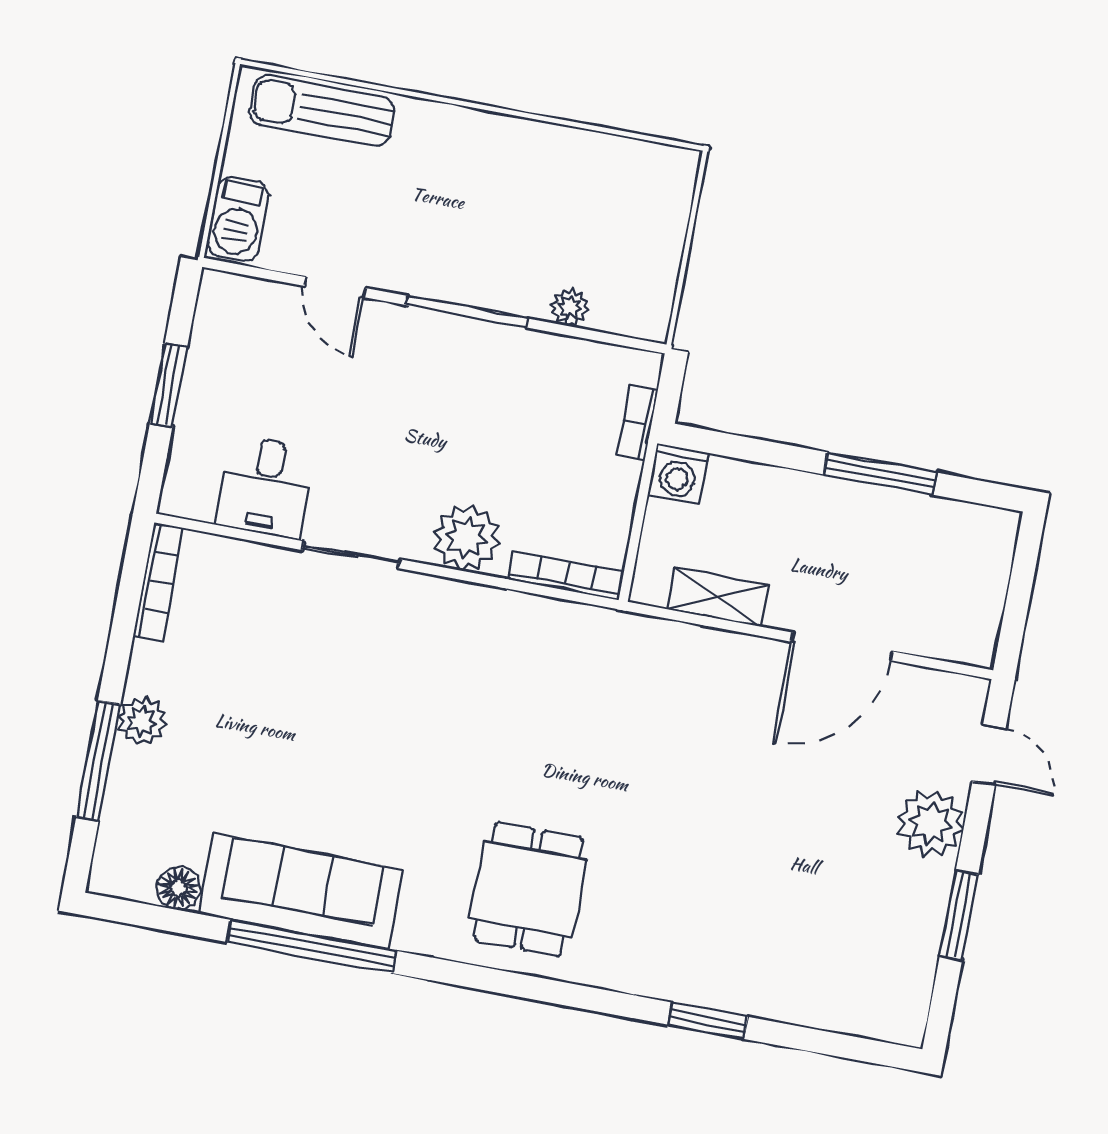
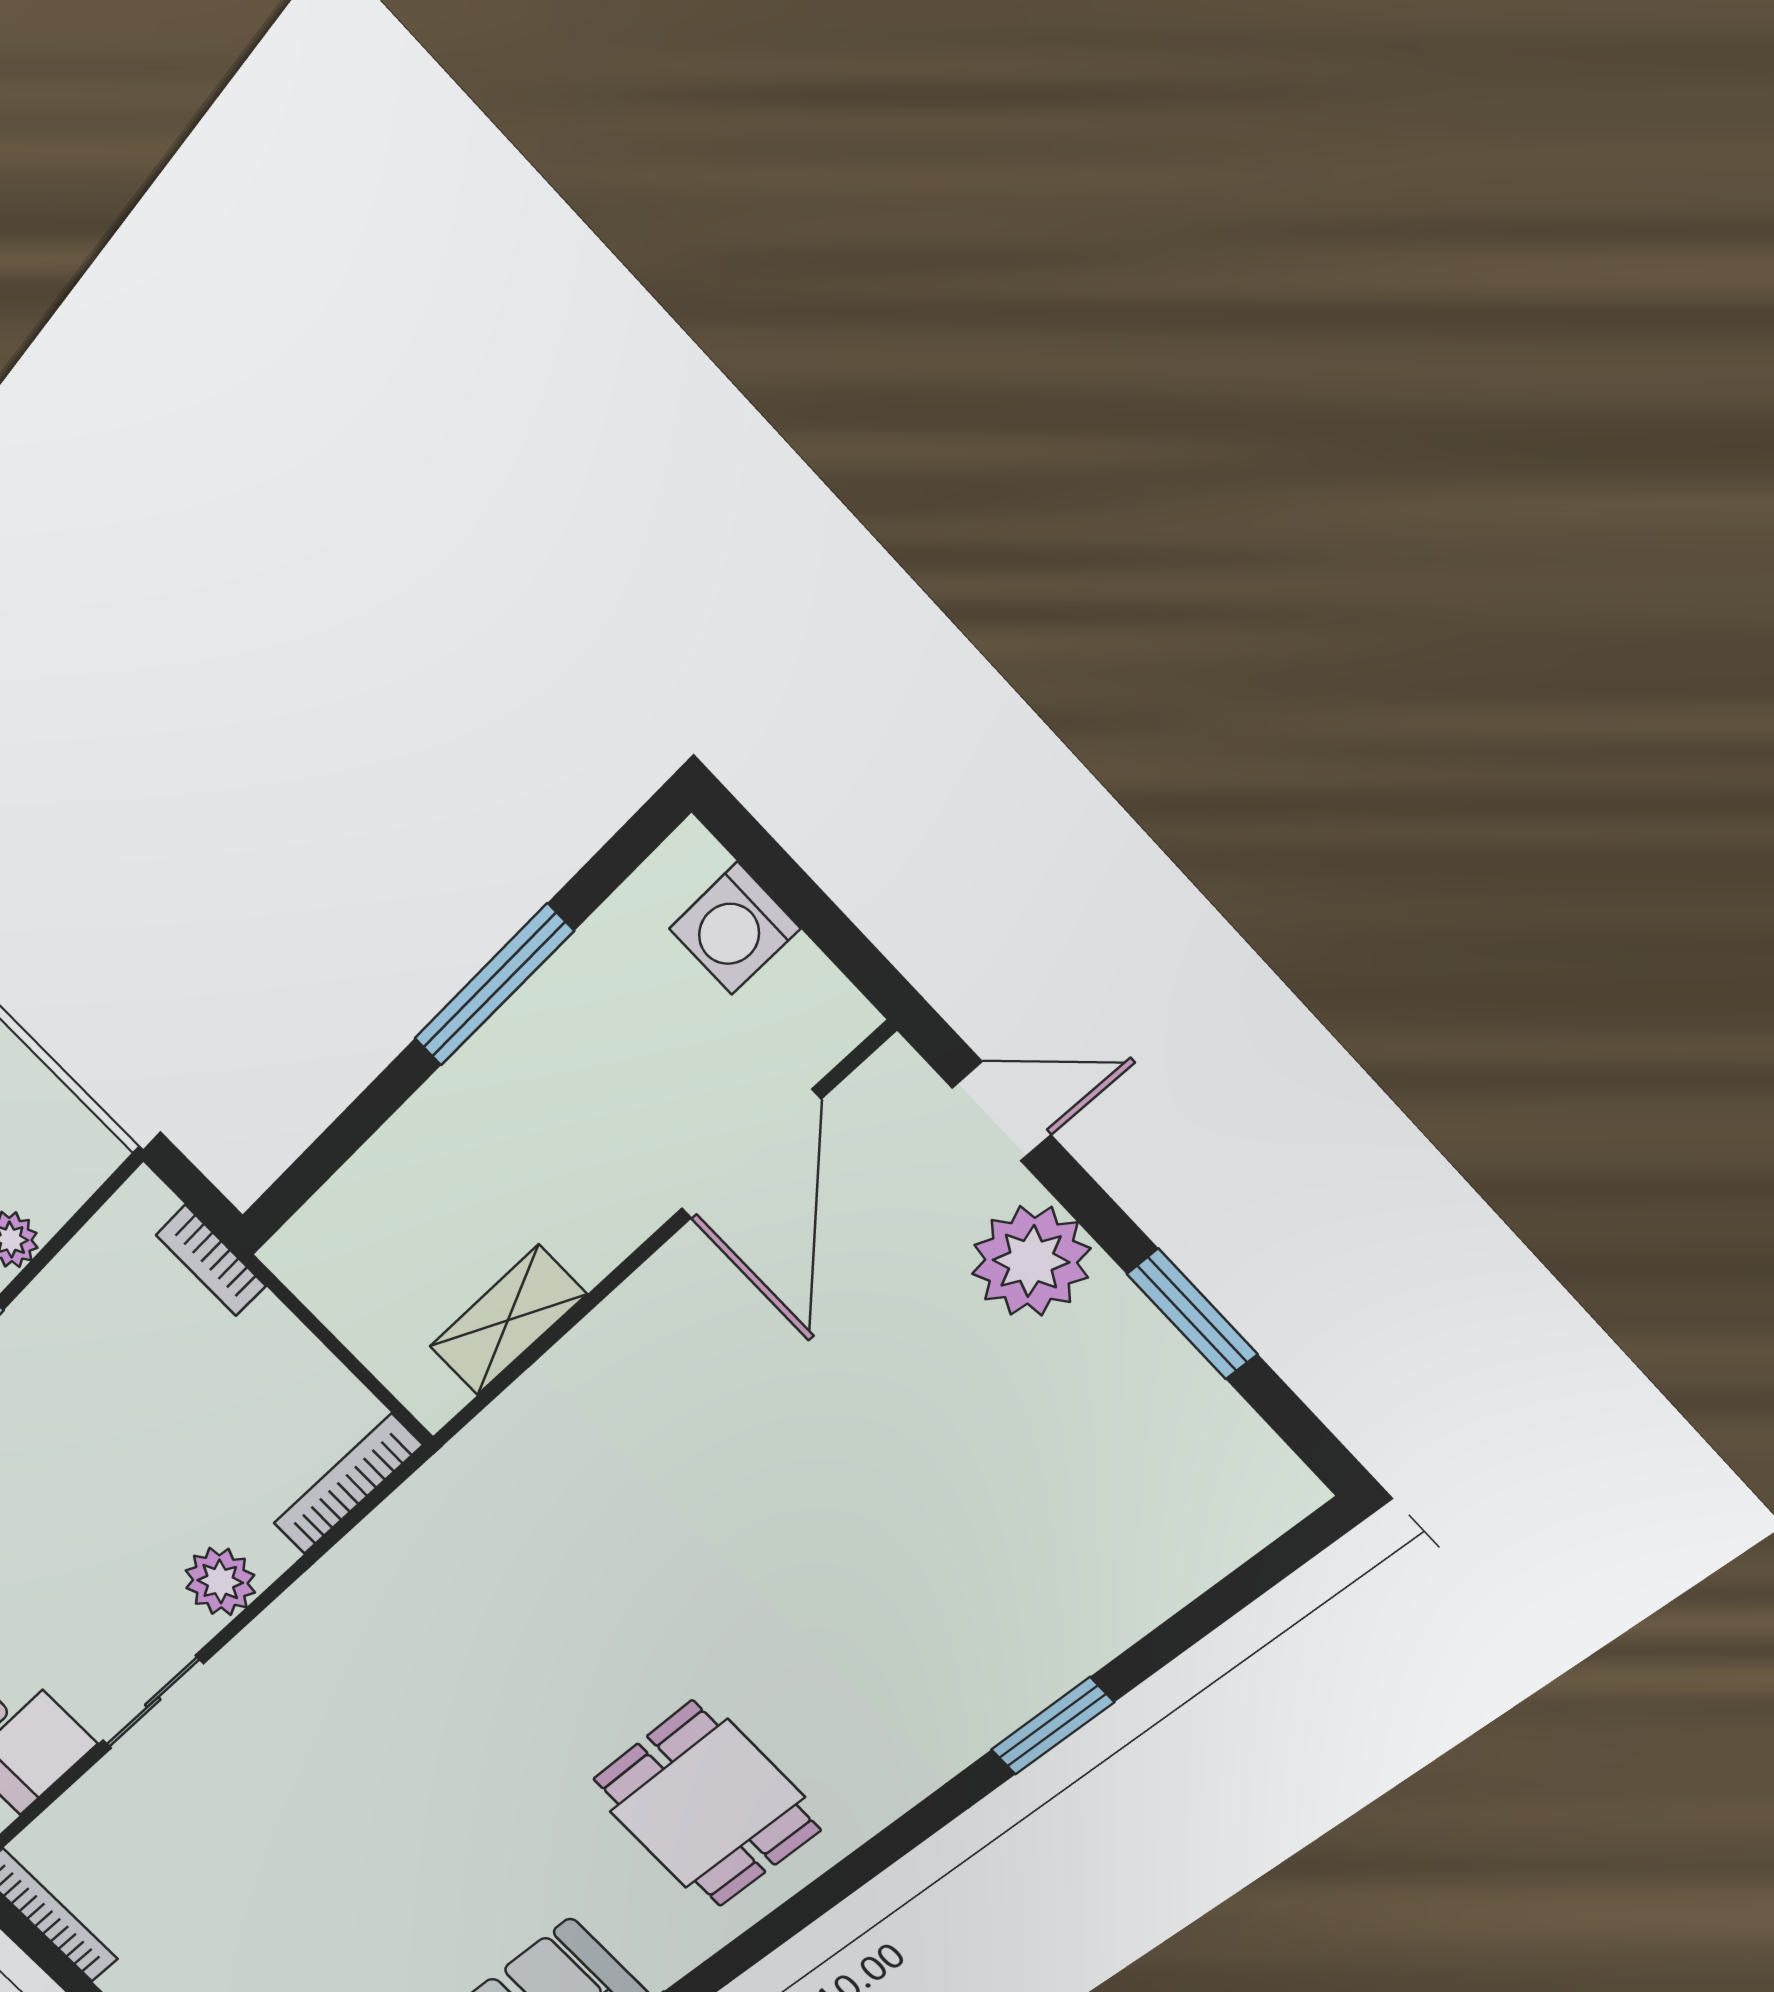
washing machine: (678, 474) -> (735, 929), moved, turned 90
plant: (467, 538) -> (220, 1582), width x0.73, depth x0.73
door: (842, 647) -> (751, 1155), moved

